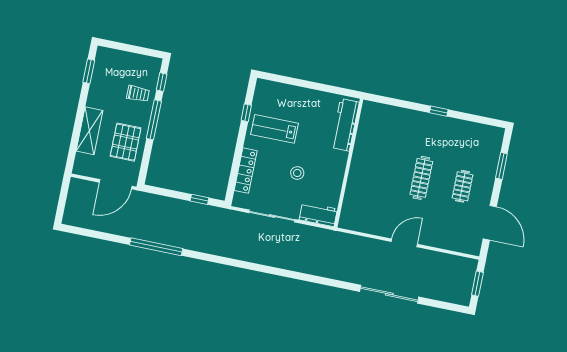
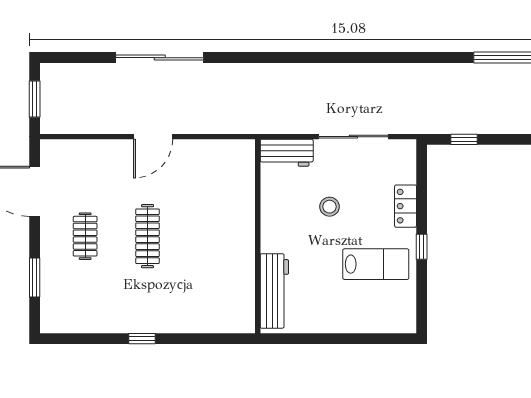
window: (246, 113) -> (422, 247), moved
locker: (246, 171) -> (406, 206), width x0.66

